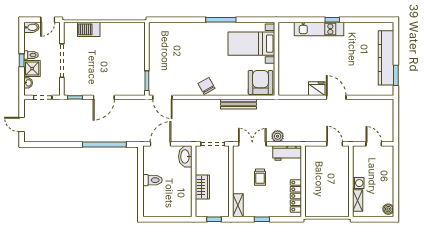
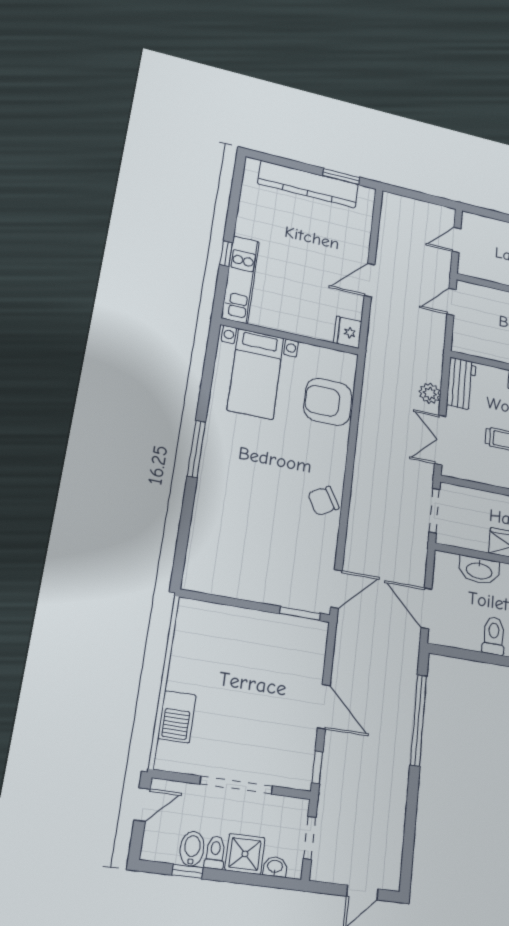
door: (48, 20) -> (142, 804), hinge flipped
bidet: (31, 27) -> (192, 849), moved
bed with nightstands: (251, 44) -> (256, 374), moved
wall: (276, 59) -> (290, 337), moved
window: (22, 60) -> (188, 871), moved
fridge: (317, 89) -> (348, 332), moved
bench: (238, 104) -> (364, 449), removed
washbasin: (185, 156) -> (479, 570), moved

